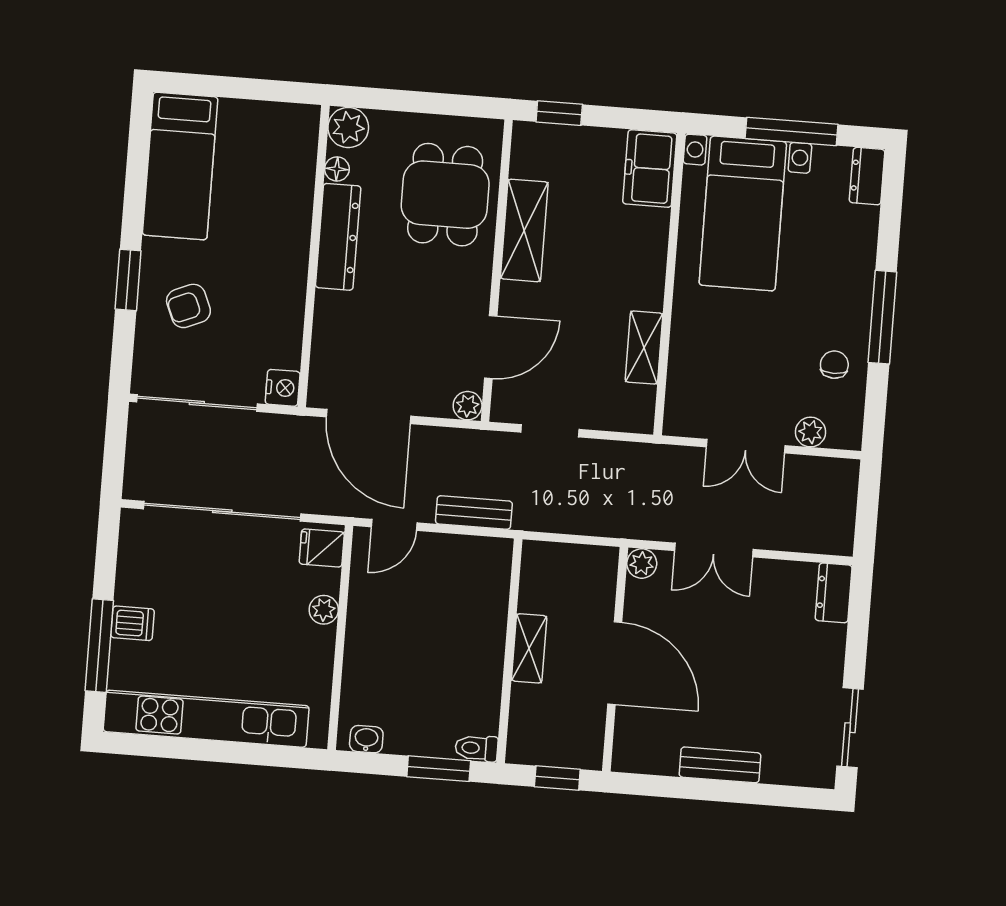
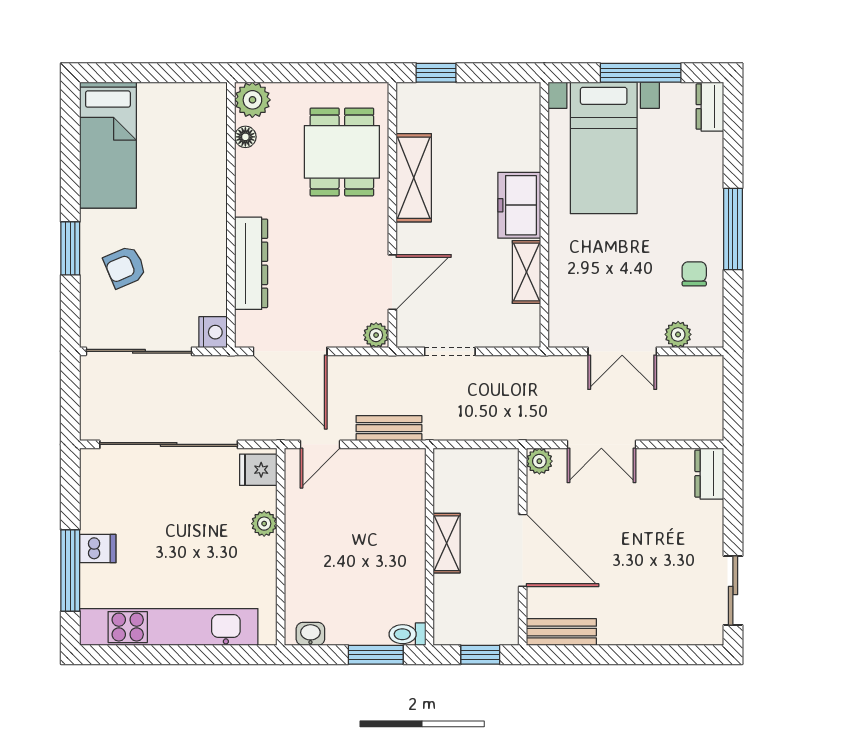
freezer: (650, 169) -> (519, 205), moved
dresser: (338, 237) -> (251, 263), moved
bench: (720, 765) -> (561, 632), moved

